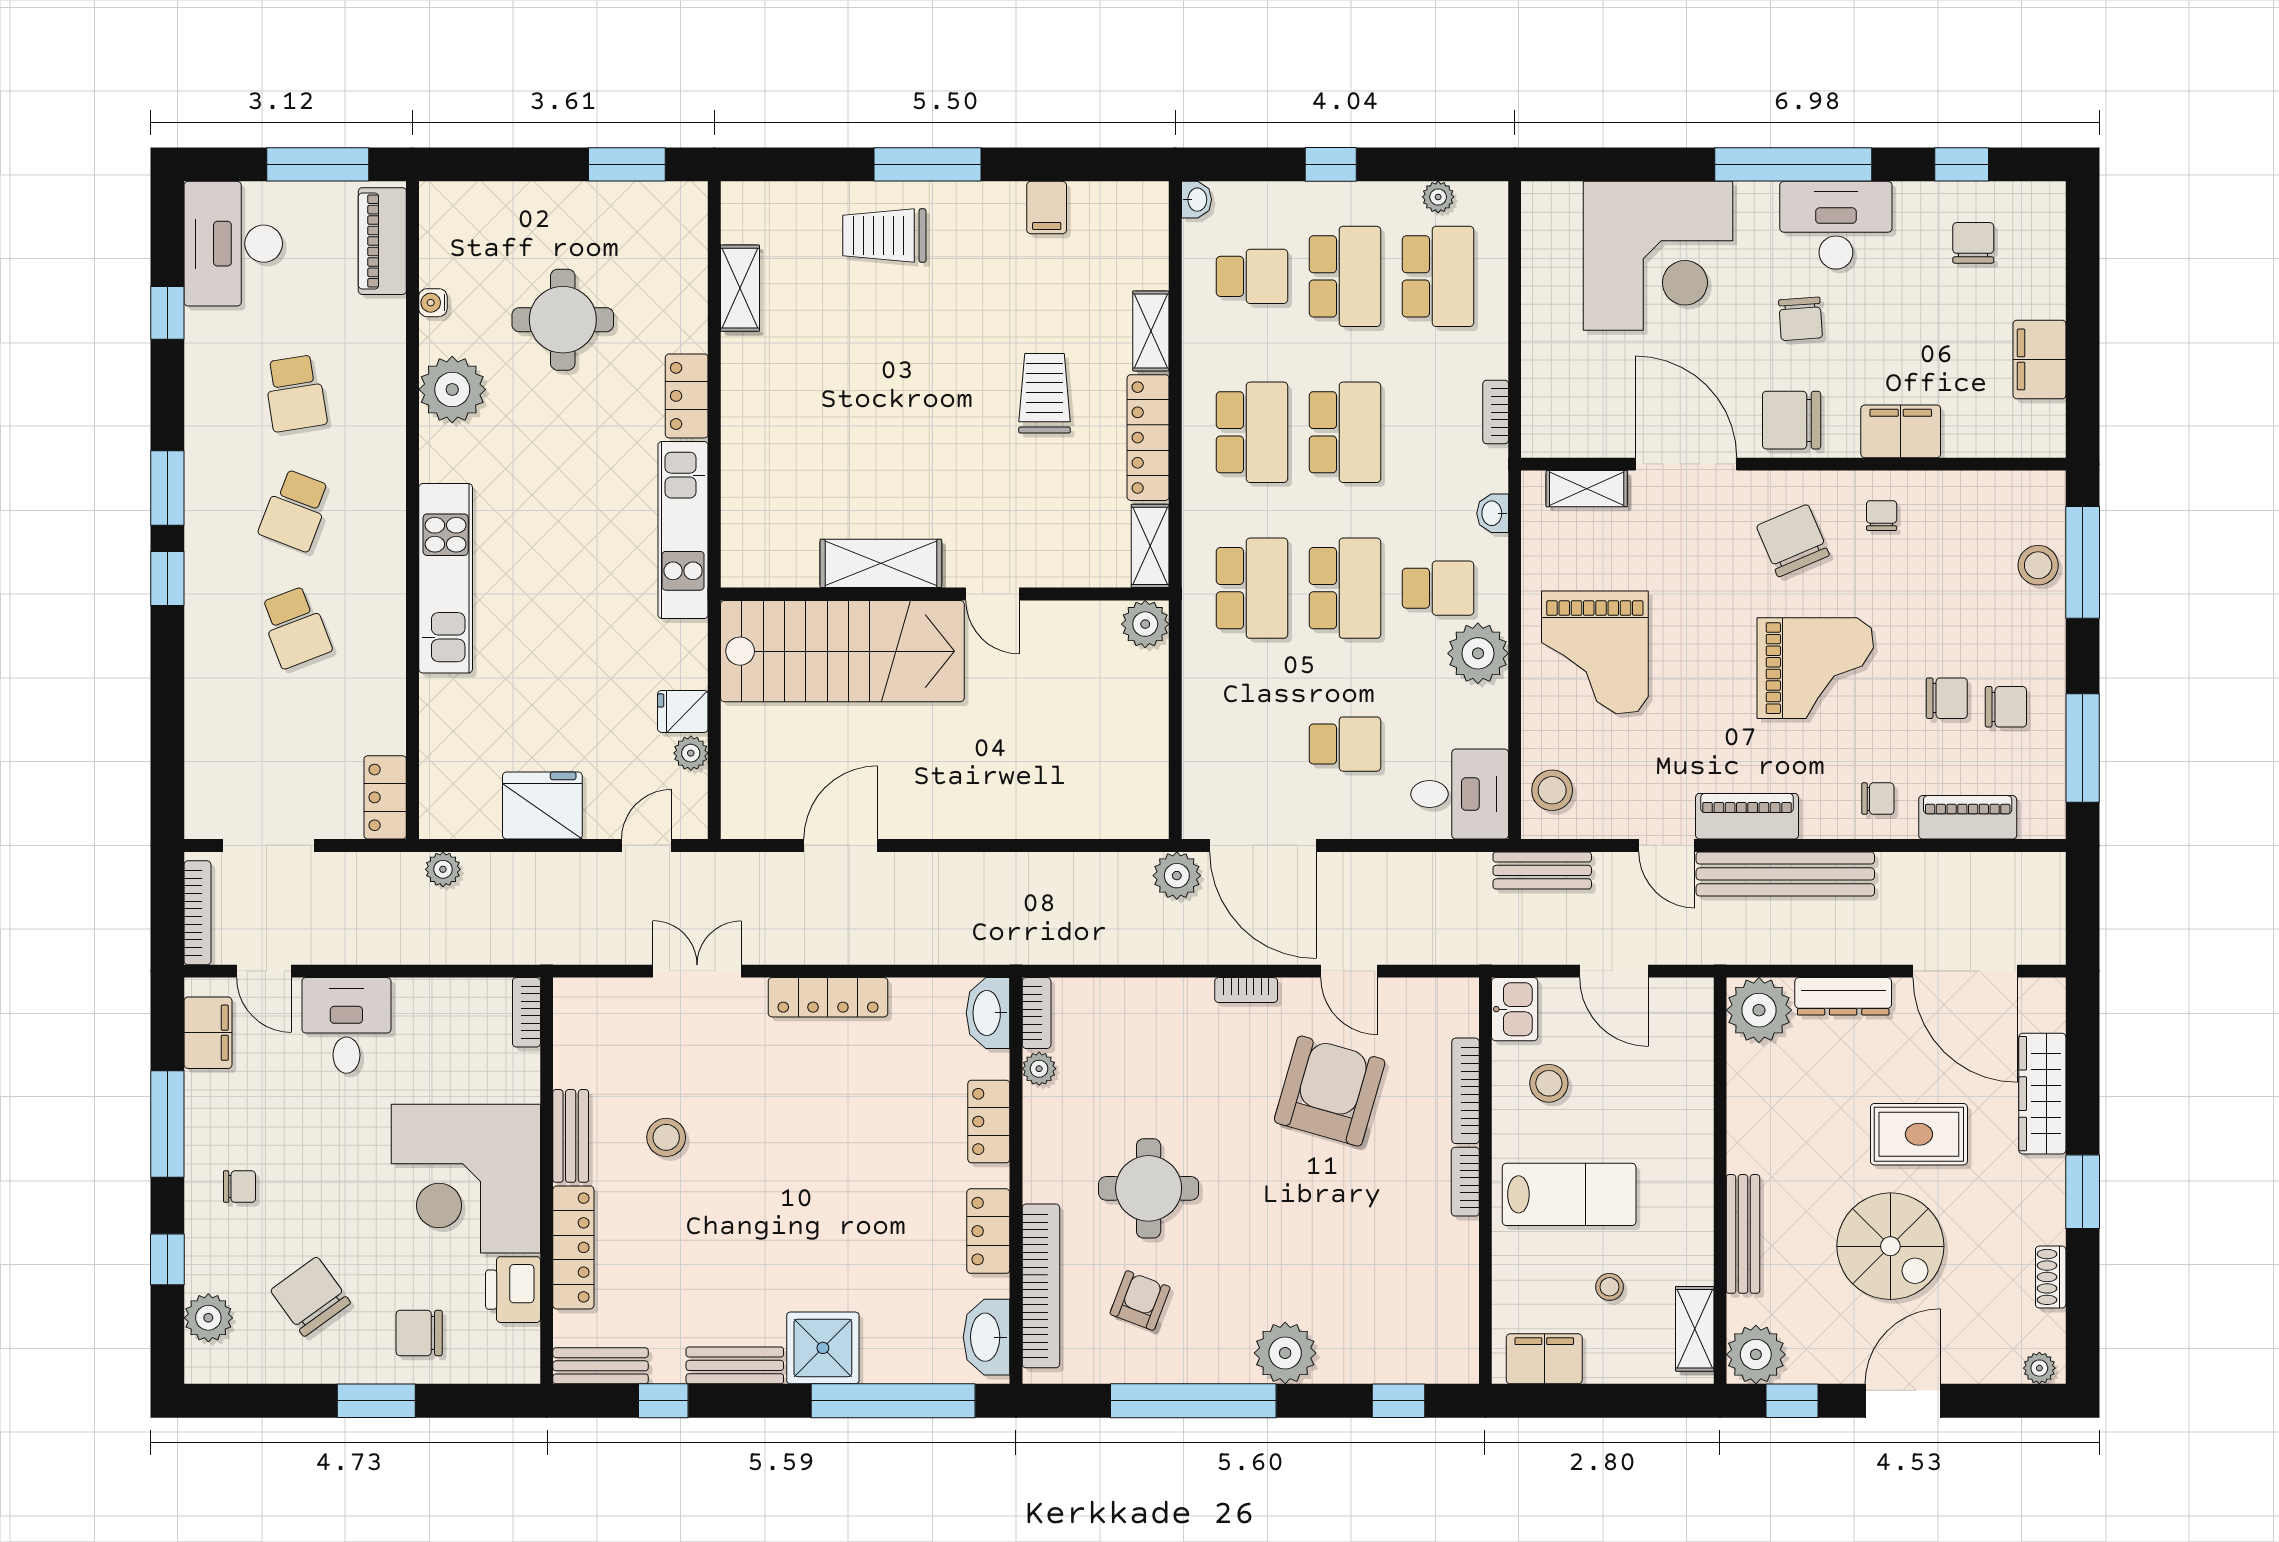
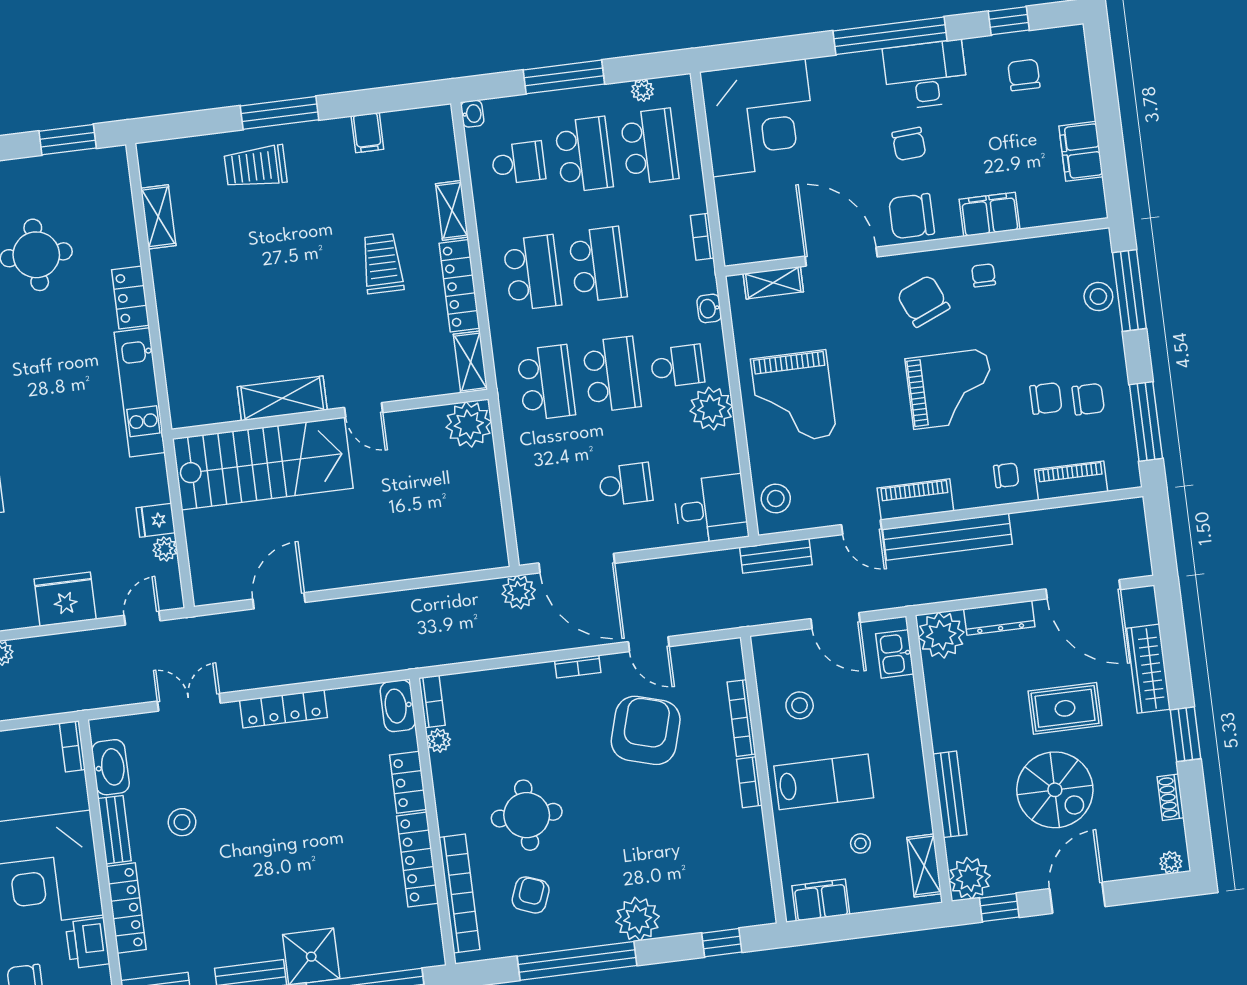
window: (1331, 164) -> (564, 77), width x2.17
corner desk: (1658, 256) -> (759, 118), moved
plant: (1145, 624) -> (469, 424), width x1.36, depth x1.36
kitchen sink: (1515, 1009) -> (895, 654), moved, turned 180
locker: (988, 1231) -> (417, 860), width x1.53
washbasin: (987, 1337) -> (111, 767), moved, turned 180

